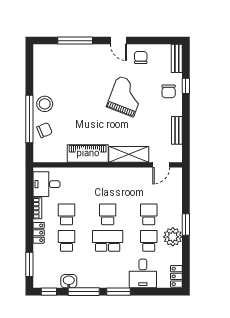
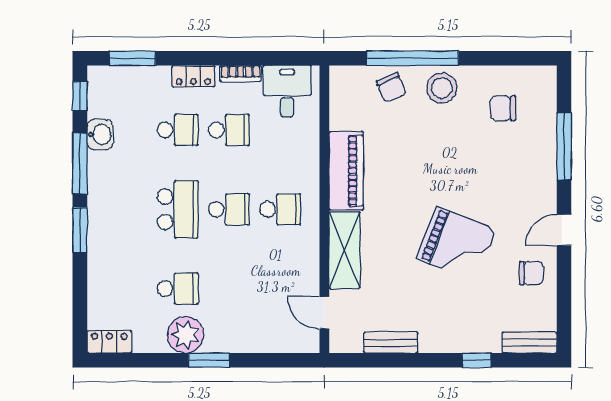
chair: (169, 91) -> (503, 108), moved
school desk: (149, 214) -> (280, 209), moved
desk: (143, 273) -> (115, 277), removed

